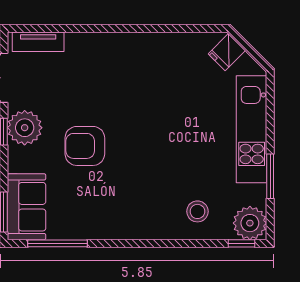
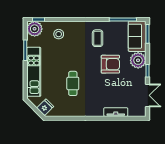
tv unit: (38, 42) -> (116, 112), moved
cafe table: (166, 104) -> (73, 83), added
plant: (25, 128) -> (138, 60), moved
coffee table: (113, 202) -> (98, 38), added

